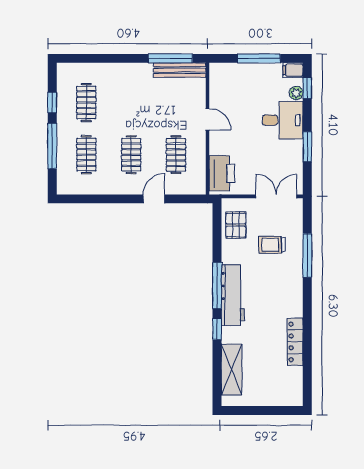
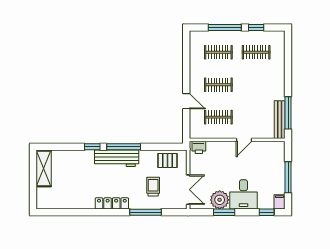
plant: (296, 93) -> (220, 200), moved, width x1.87, depth x1.87
printer: (222, 173) -> (199, 147), width x0.53, depth x0.68
locker: (295, 342) -> (112, 203), moved
shelving: (232, 370) -> (44, 168), moved, turned 90

